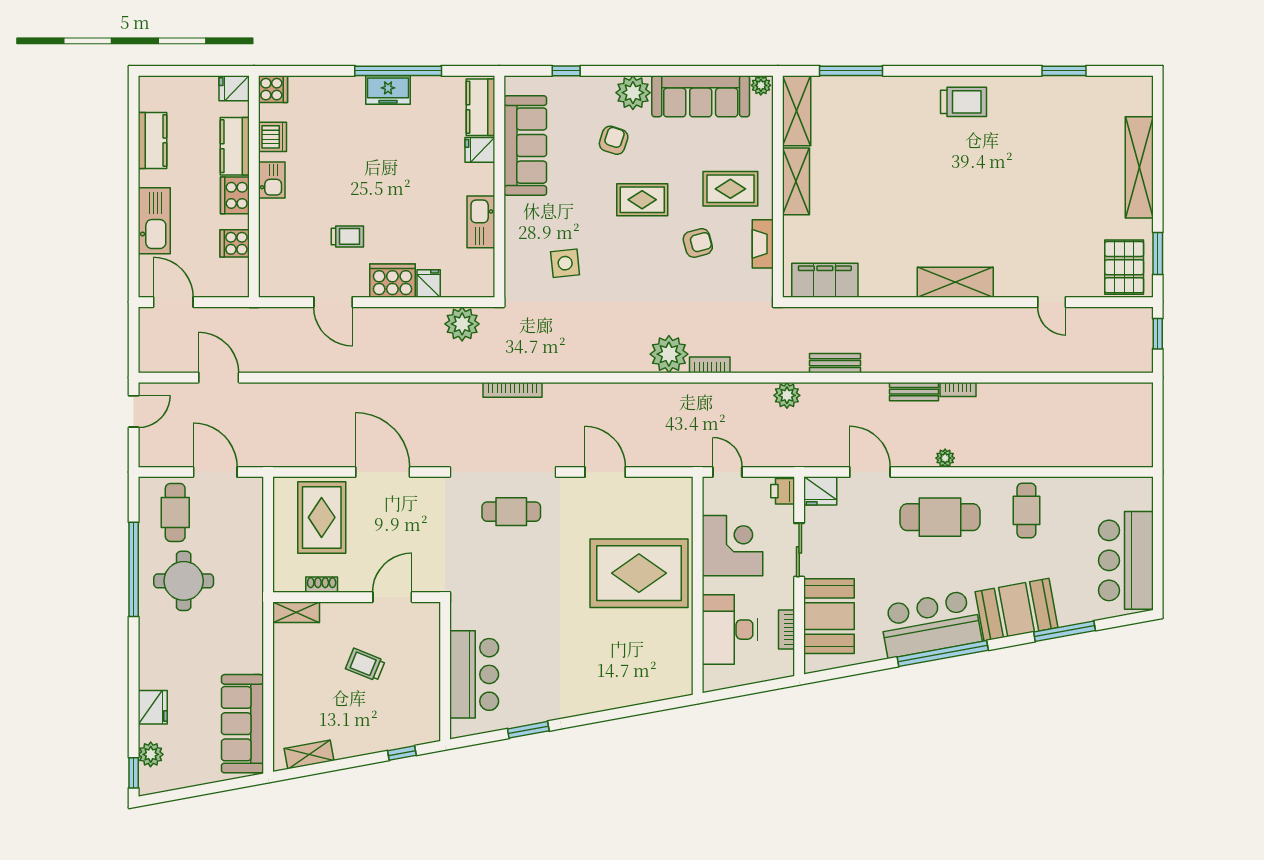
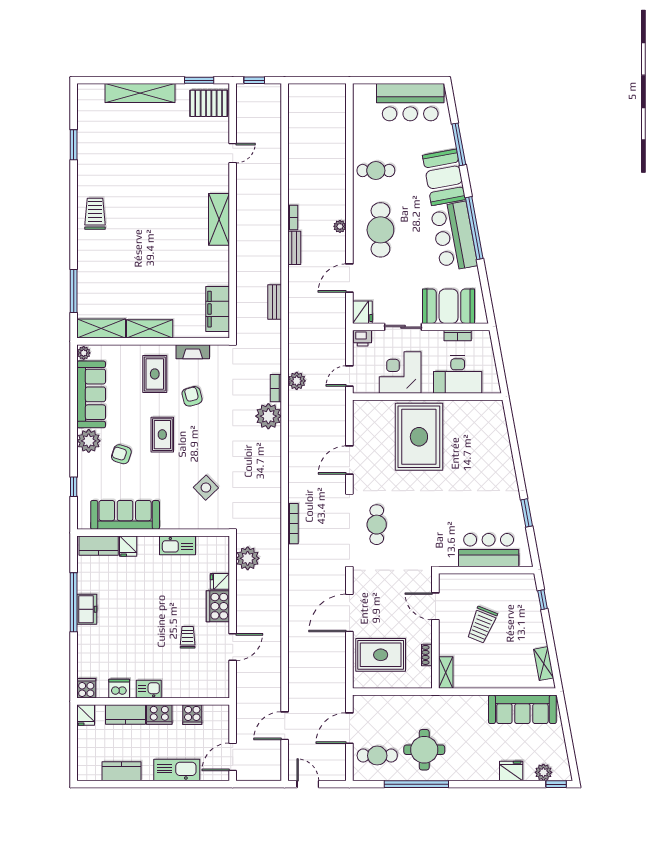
side table: (565, 263) -> (206, 488), turned -38
plant: (787, 395) -> (297, 381), moved
trolley: (365, 665) -> (482, 625), width x1.36, depth x1.39

